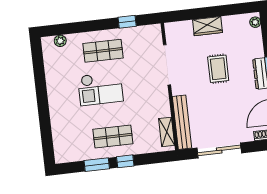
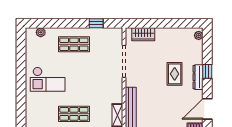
wardrobe: (207, 26) -> (143, 34), moved
rug: (218, 69) -> (175, 74), moved
checkout: (100, 89) -> (48, 79), moved

